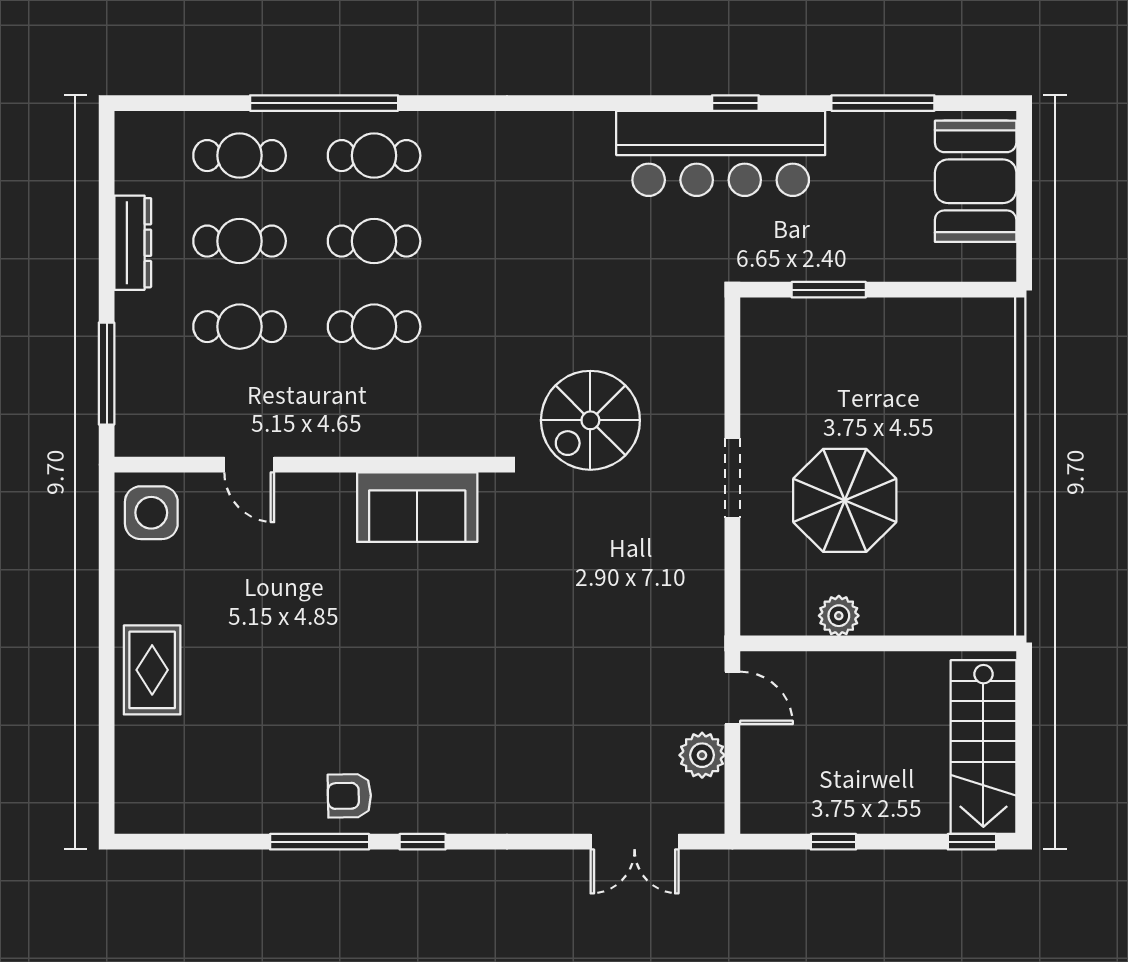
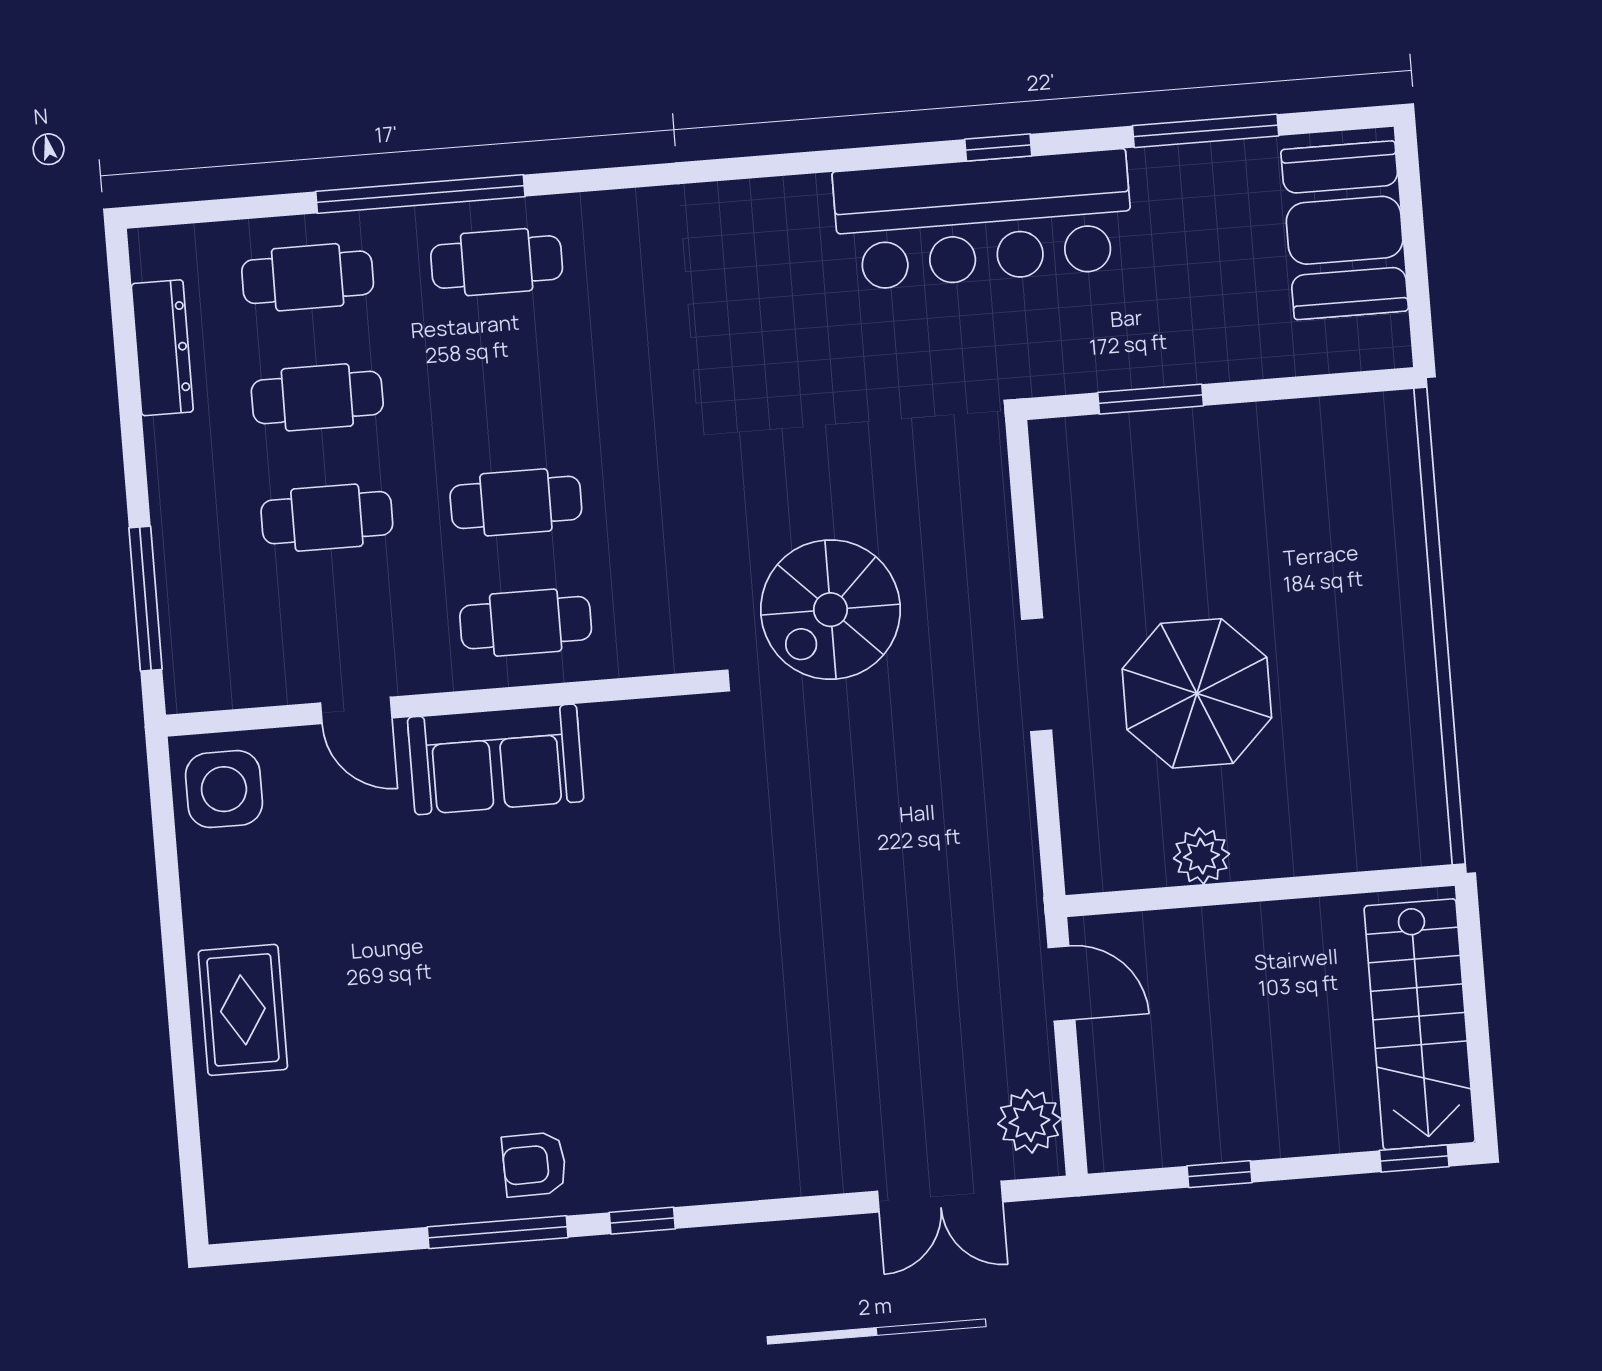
cafe table: (374, 241) -> (526, 623), moved
dresser: (133, 243) -> (162, 348), moved
sofa: (417, 507) -> (496, 759), moved
plant: (702, 755) -> (1029, 1121), moved

